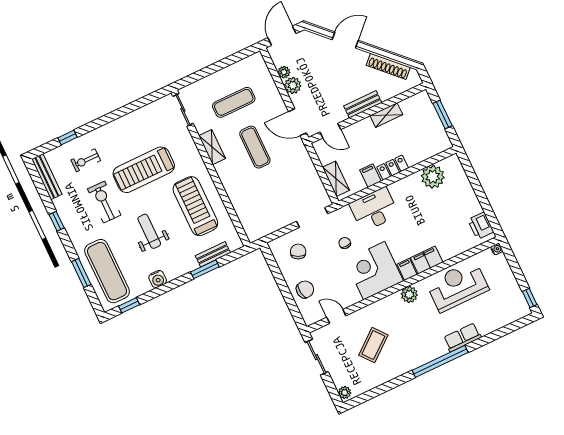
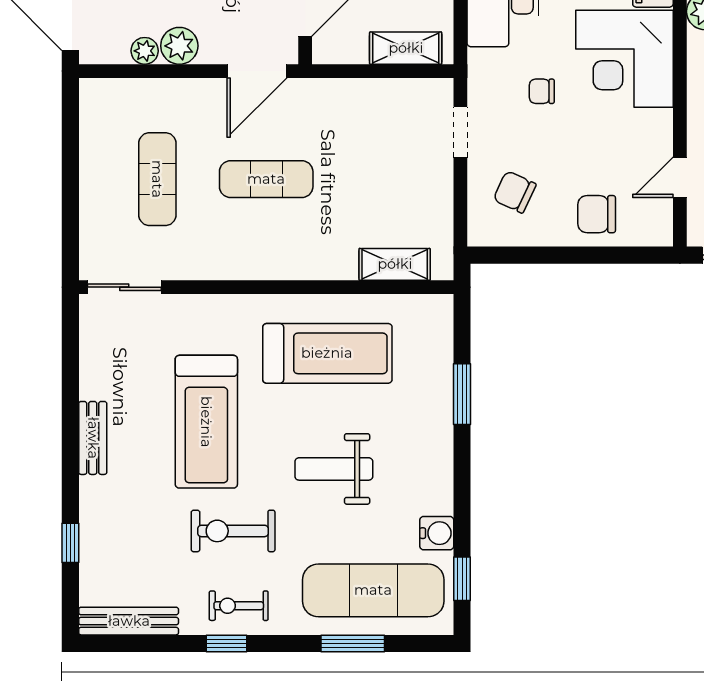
shelving: (212, 147) -> (395, 264), moved
exercise bike: (86, 160) -> (239, 606), moved, turned 90
treadmill: (195, 206) -> (327, 353), turned 180
doorway: (312, 218) -> (460, 132), width x0.73
bench: (213, 254) -> (93, 438), moved
water cooler: (158, 279) -> (437, 533), moved
chair: (305, 289) -> (597, 214), turned -82

